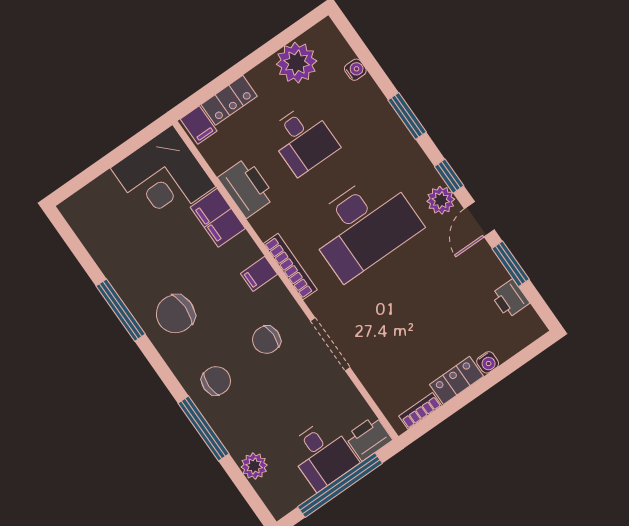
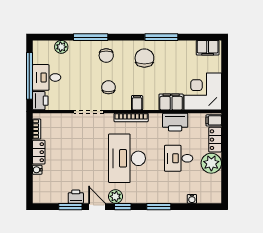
plant: (297, 63) -> (211, 163), moved
filing cabinet: (84, 220) -> (208, 48), added
printer: (510, 299) -> (76, 197), moved

